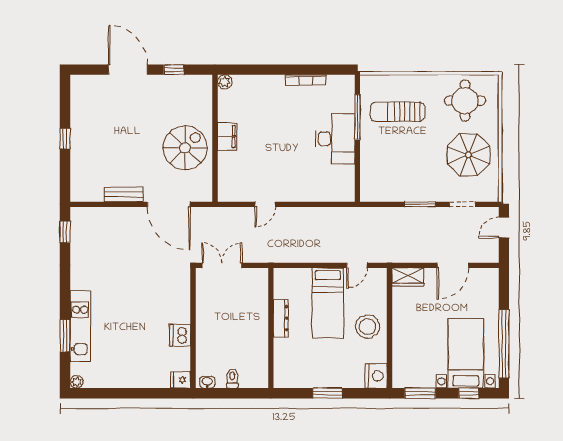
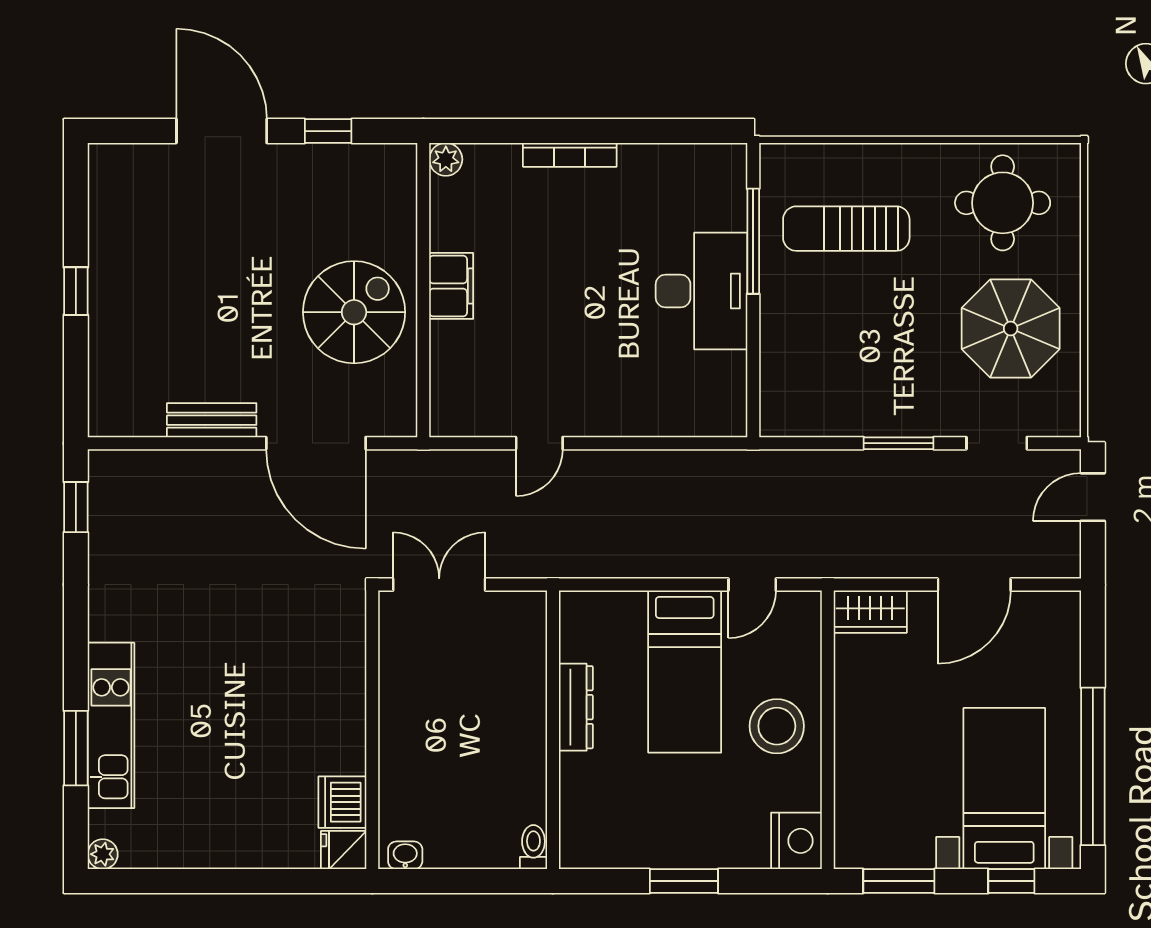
bookcase: (306, 80) -> (570, 155), moved
dishwasher: (180, 335) -> (342, 802), moved
toilet: (232, 379) -> (533, 847), moved

